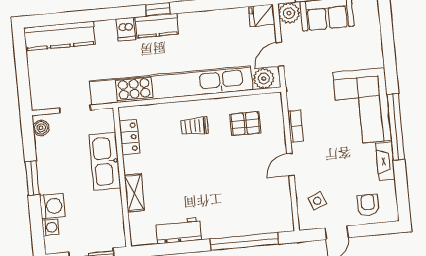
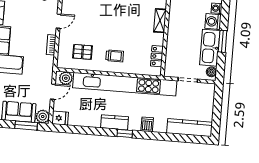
kitchen counter: (157, 26) -> (114, 122), moved
kitchen sink: (105, 161) -> (210, 48), moved, turned 180

